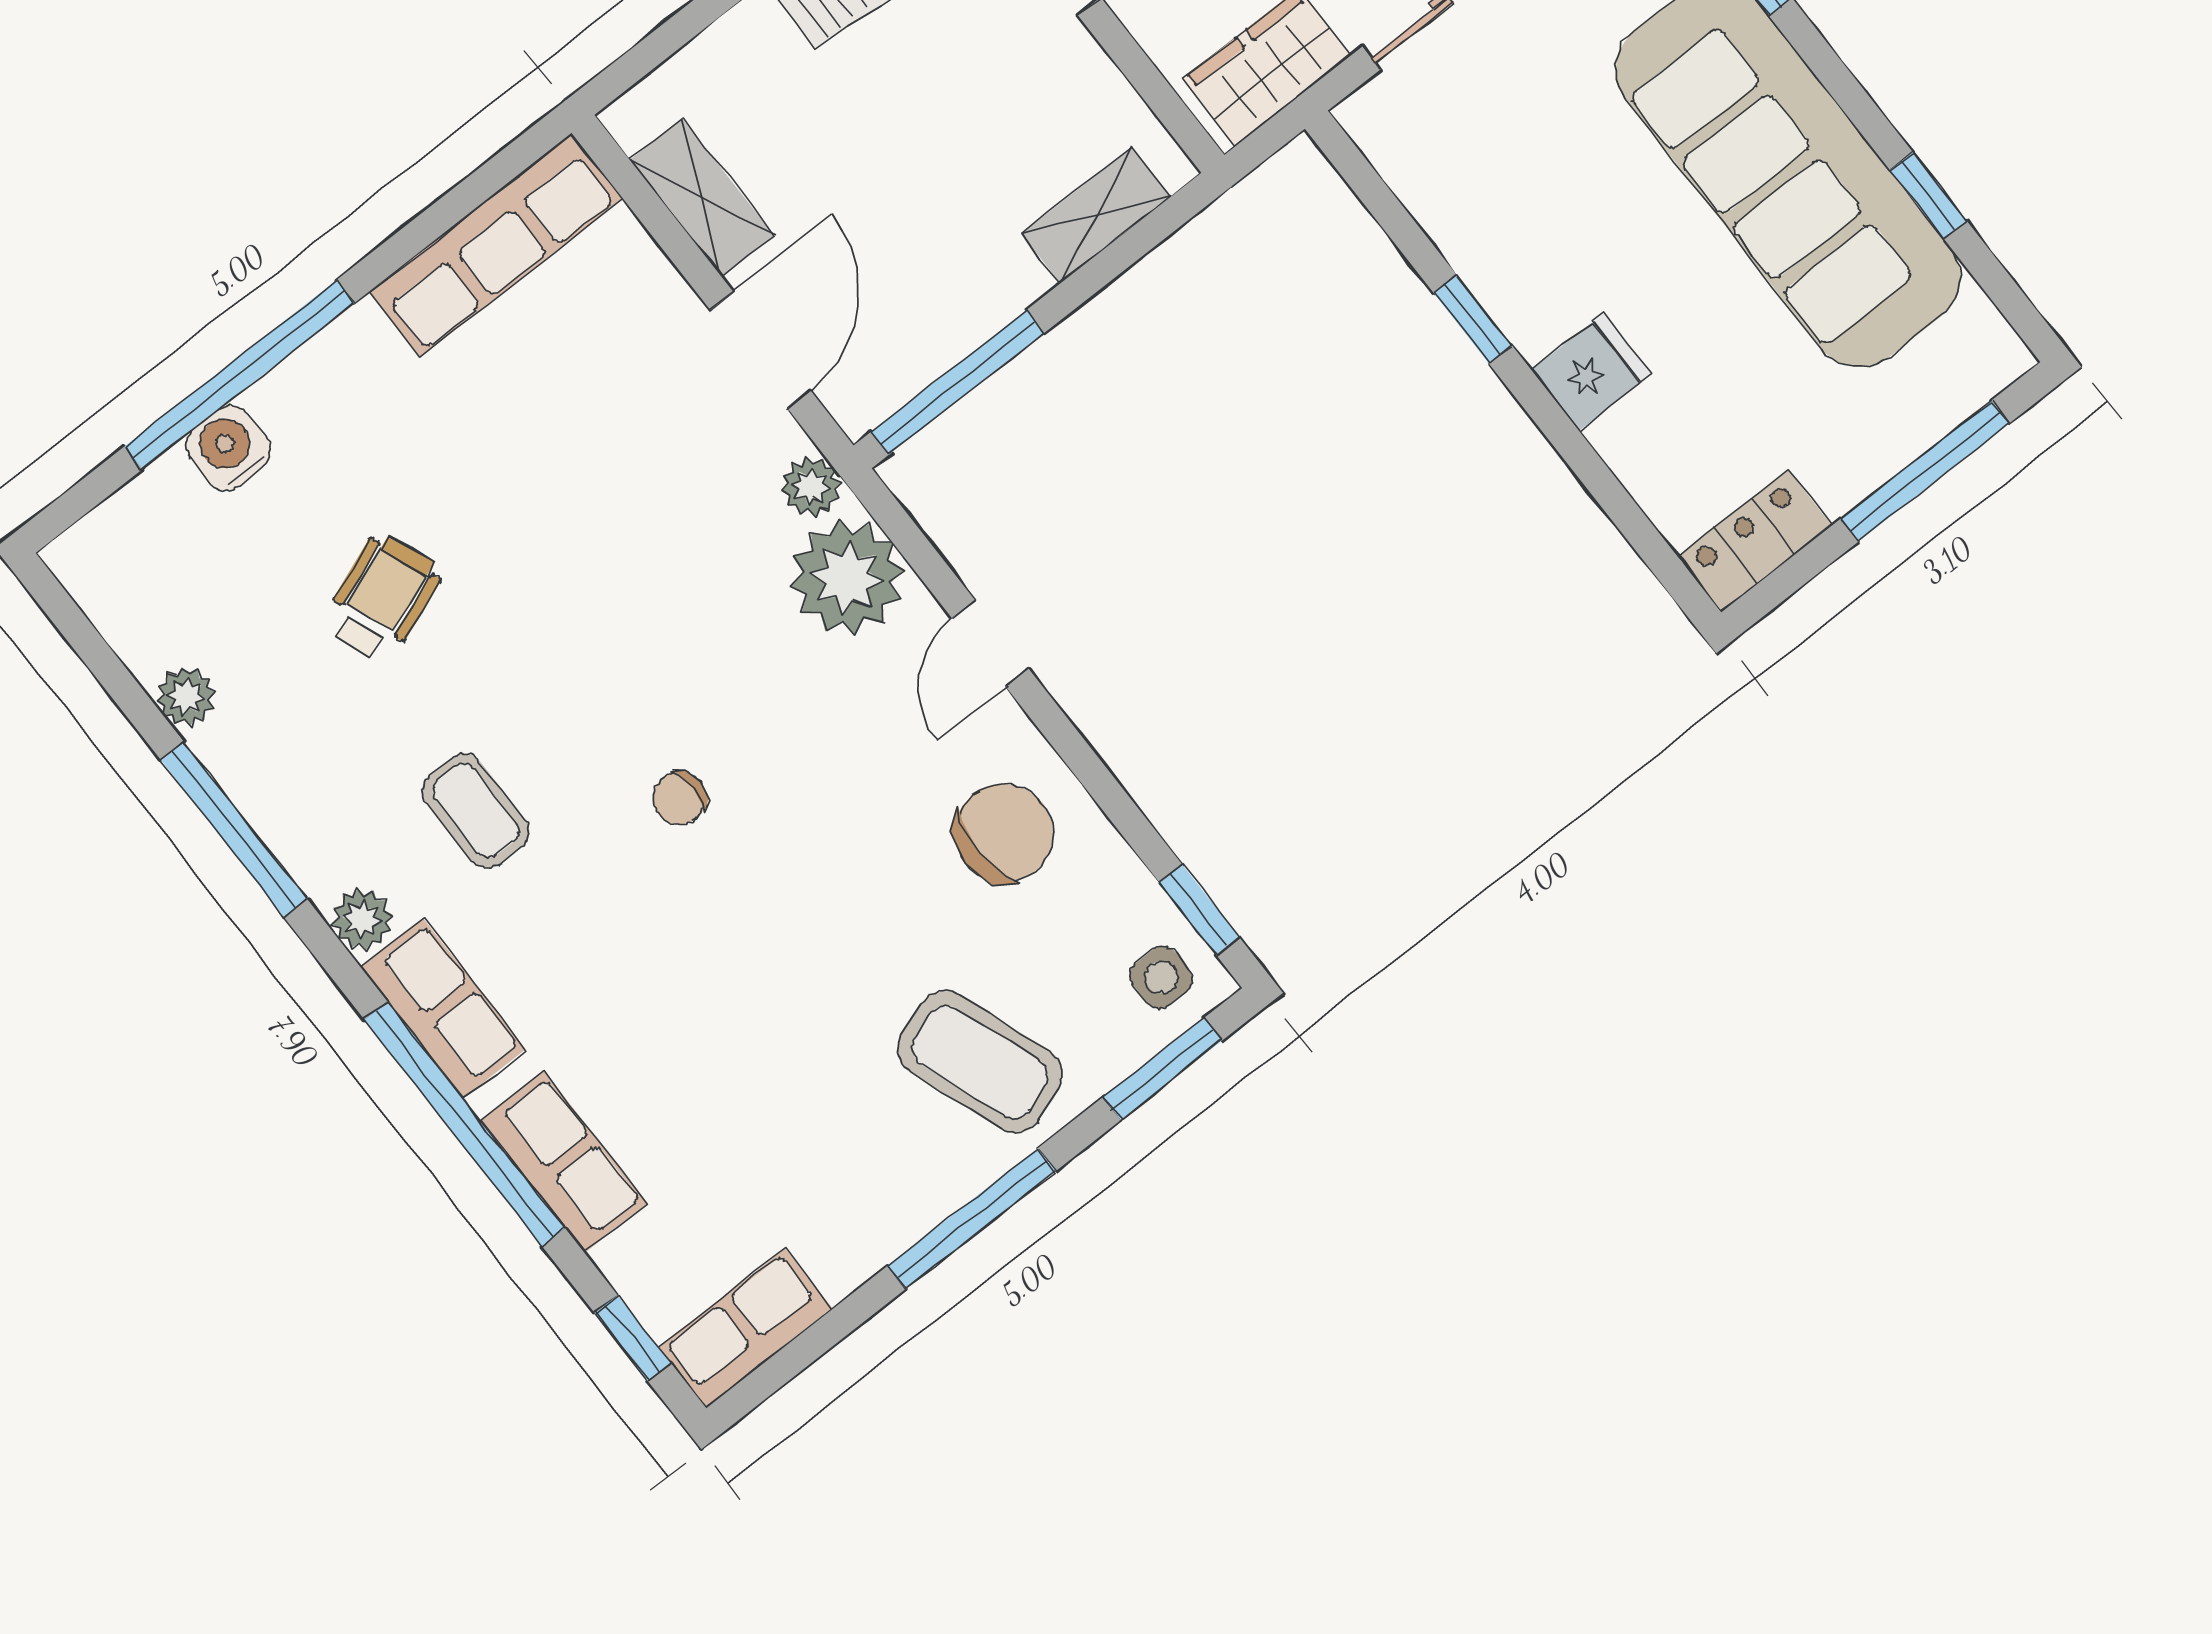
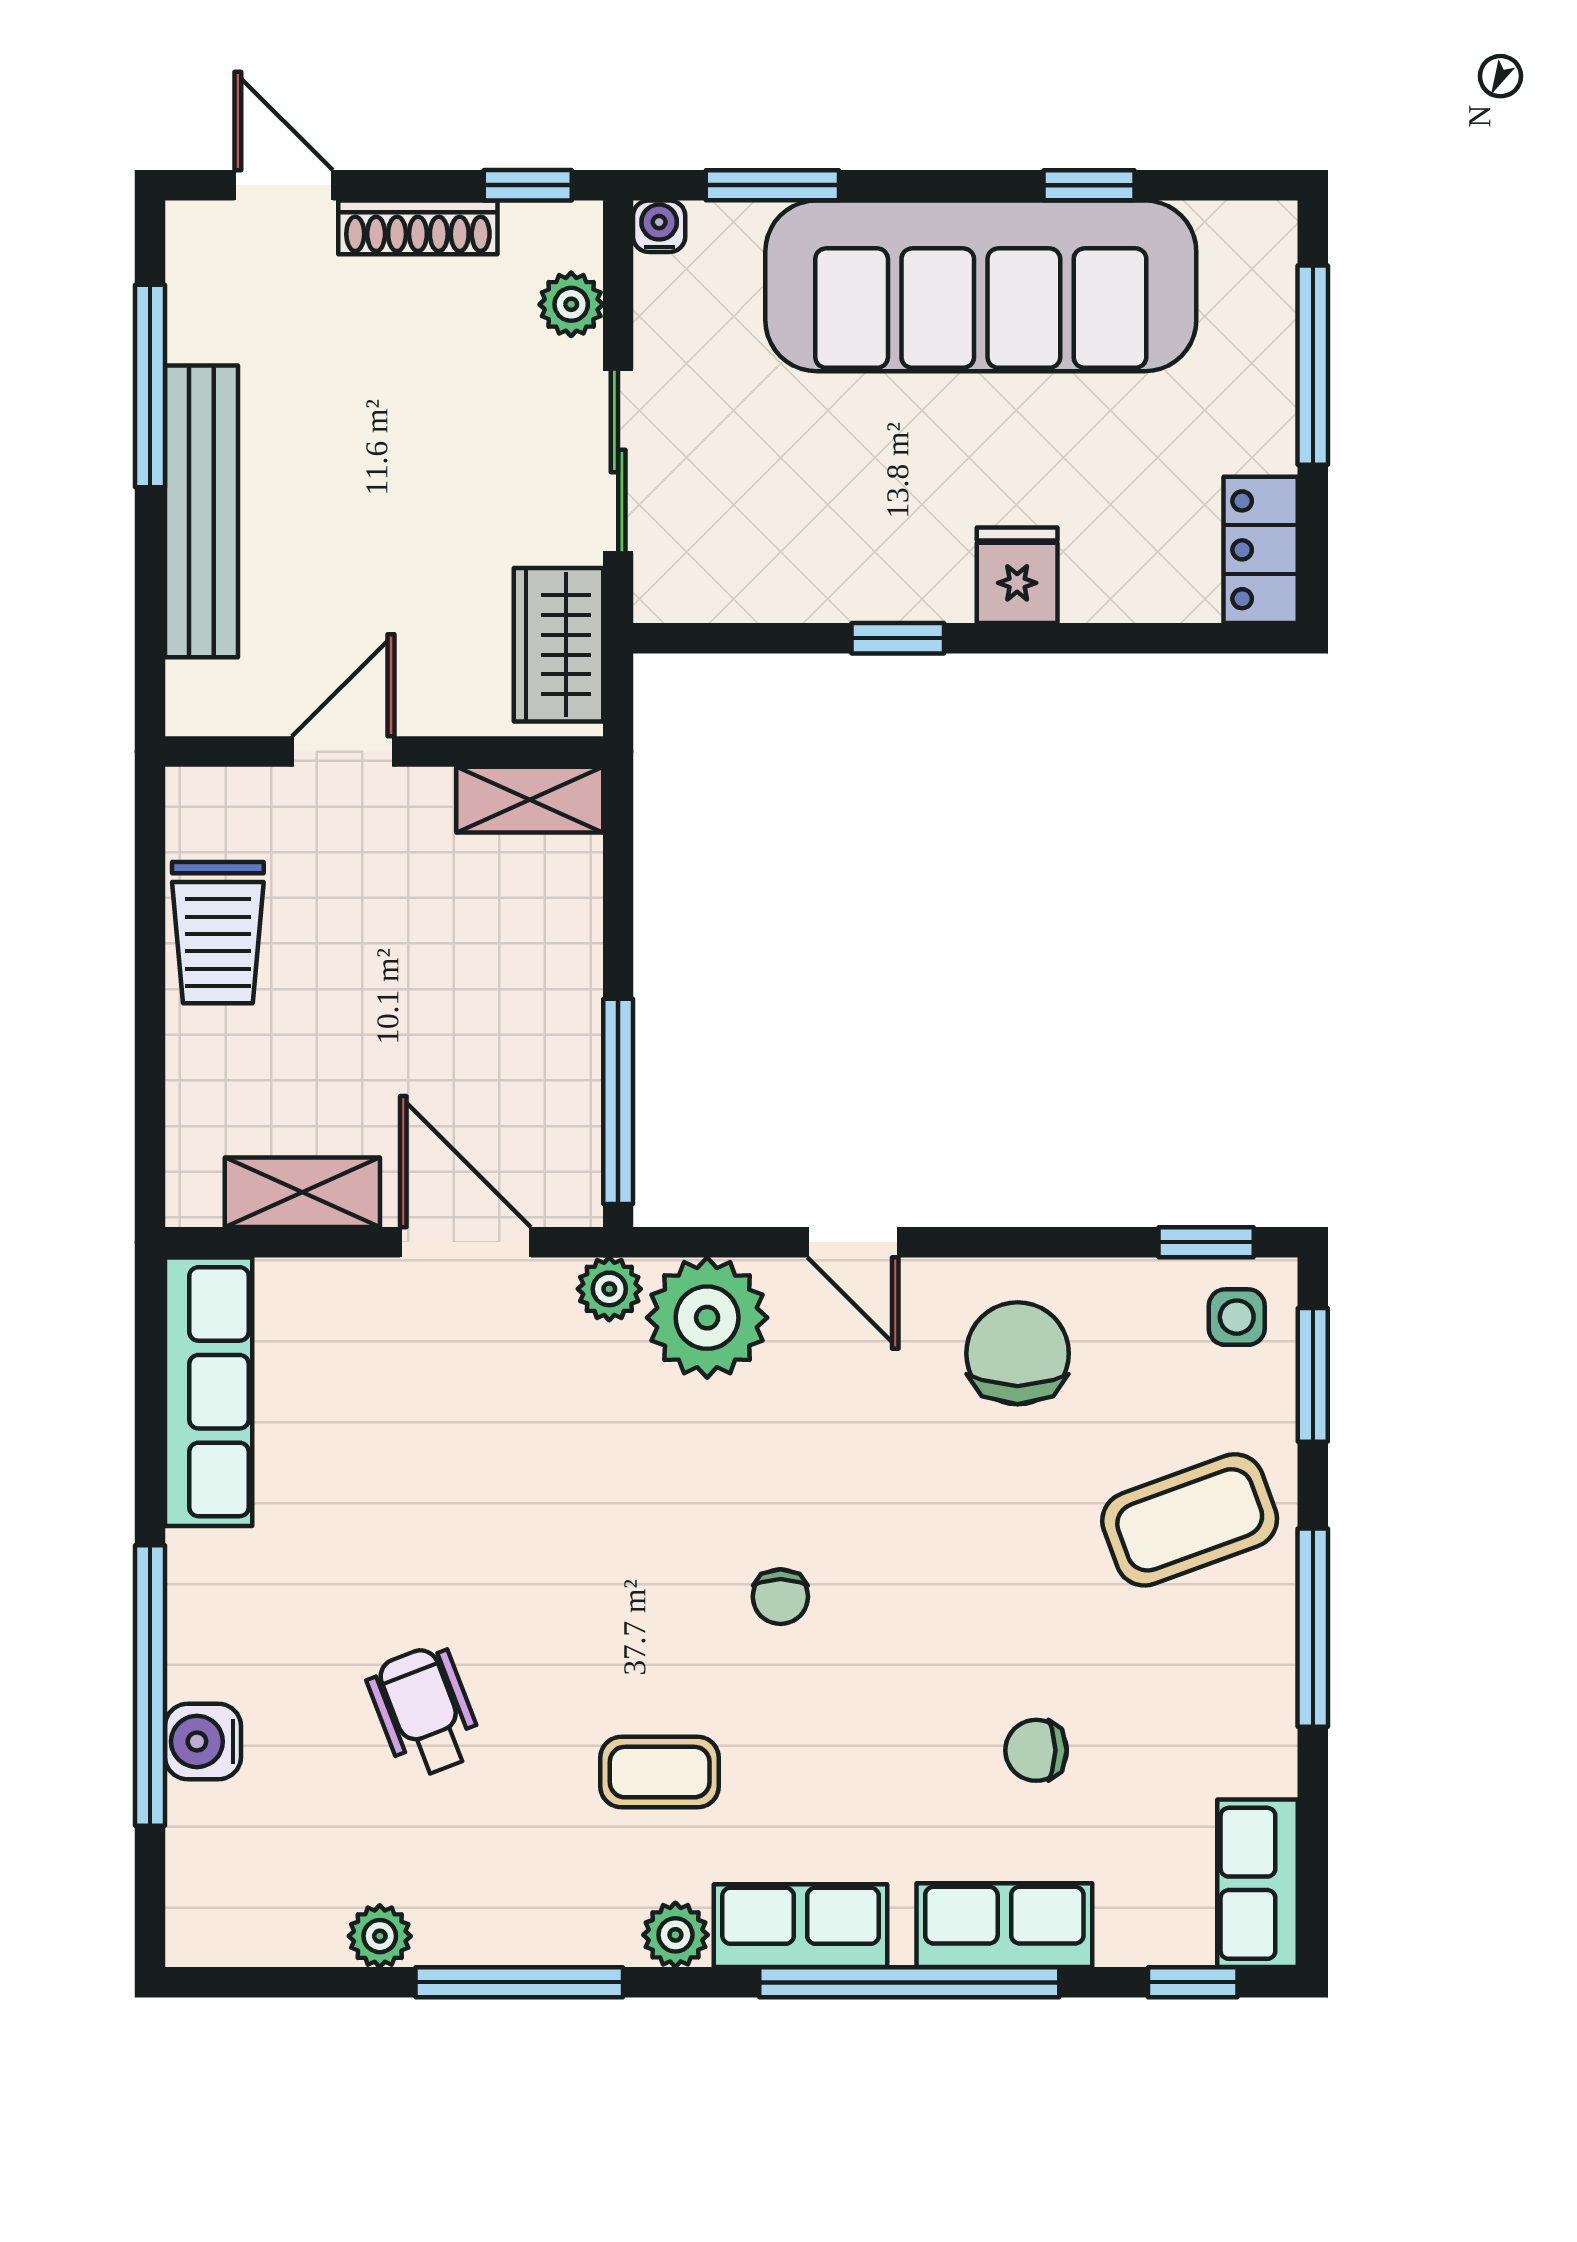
shelving: (1096, 215) -> (530, 800), moved, turned 90
chair: (715, 1082) -> (1036, 1750), added

